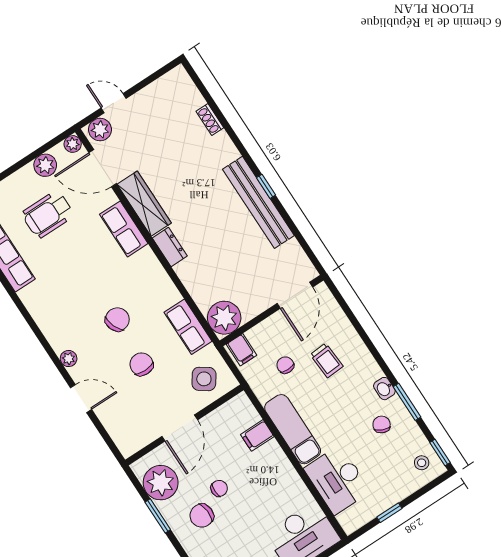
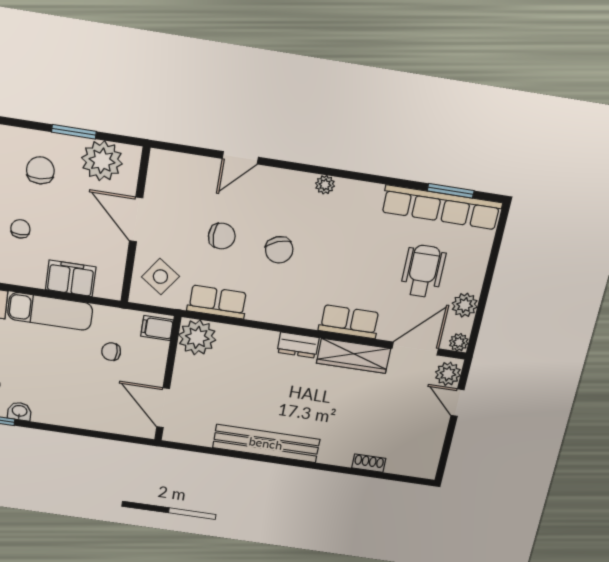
door: (114, 103) -> (457, 403), swing flipped
window: (266, 186) -> (273, 460), removed
plant: (69, 359) -> (325, 185), moved
trolley: (327, 360) -> (85, 387), removed
chair: (285, 365) -> (111, 352), turned 180
filing cabinet: (257, 435) -> (71, 278), width x2.00
chair: (219, 488) -> (20, 229), moved, turned 180

